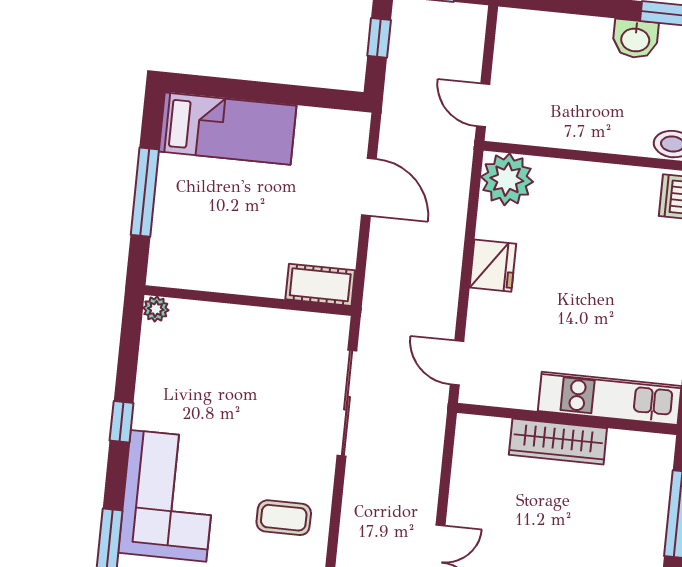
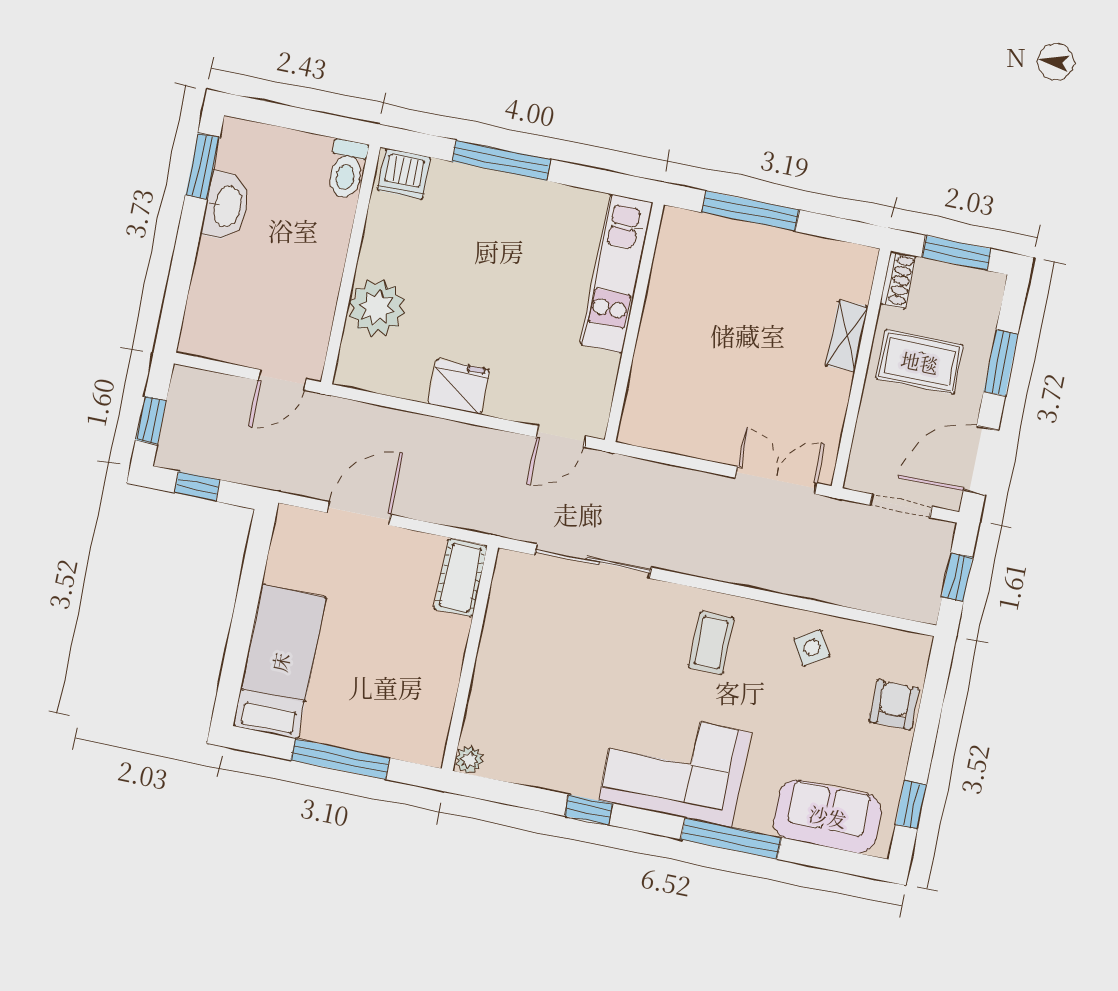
washbasin: (635, 39) -> (226, 206), width x1.38
plant: (507, 179) -> (377, 308), moved
wardrobe: (558, 441) -> (658, 335), removed

